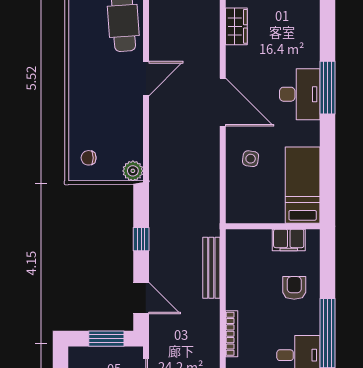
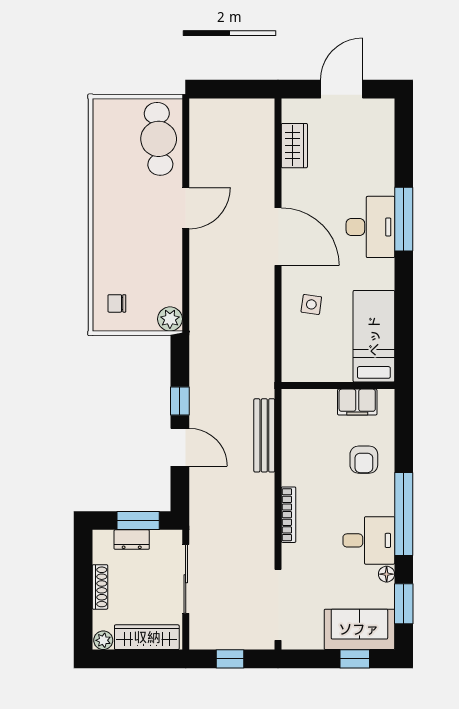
armchair: (294, 288) -> (364, 460), turned 180
door: (141, 298) -> (180, 447), moved
dresser: (101, 354) -> (132, 540), added

